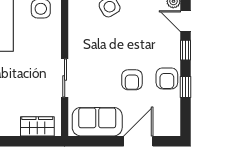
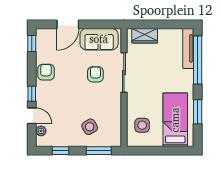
sliding door: (65, 78) -> (124, 72), width x1.37
armchair: (132, 80) -> (95, 74), moved
window: (186, 87) -> (32, 43), moved

